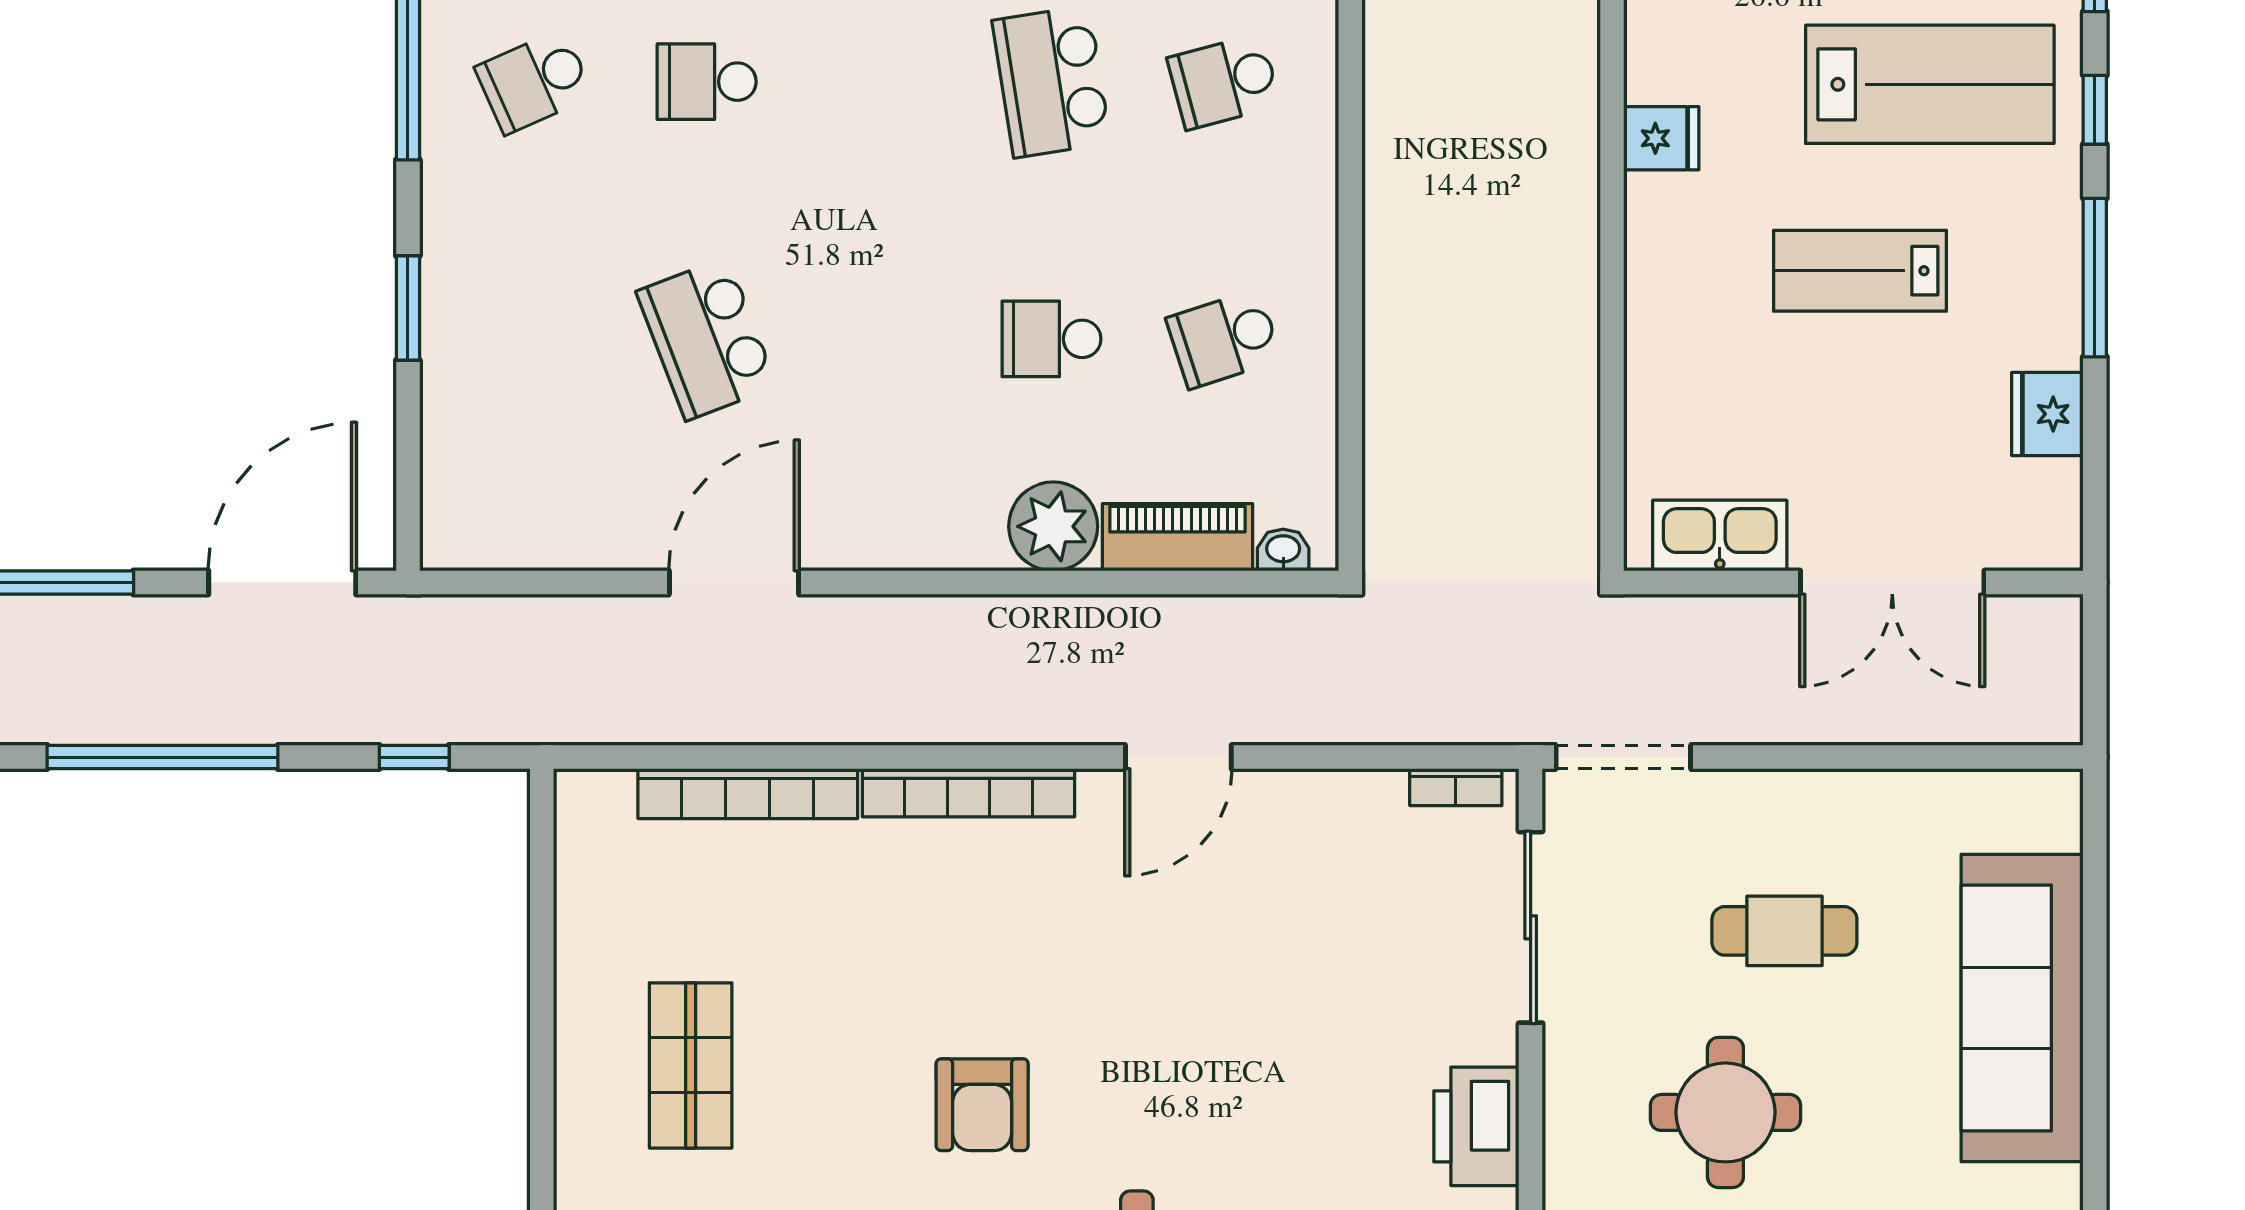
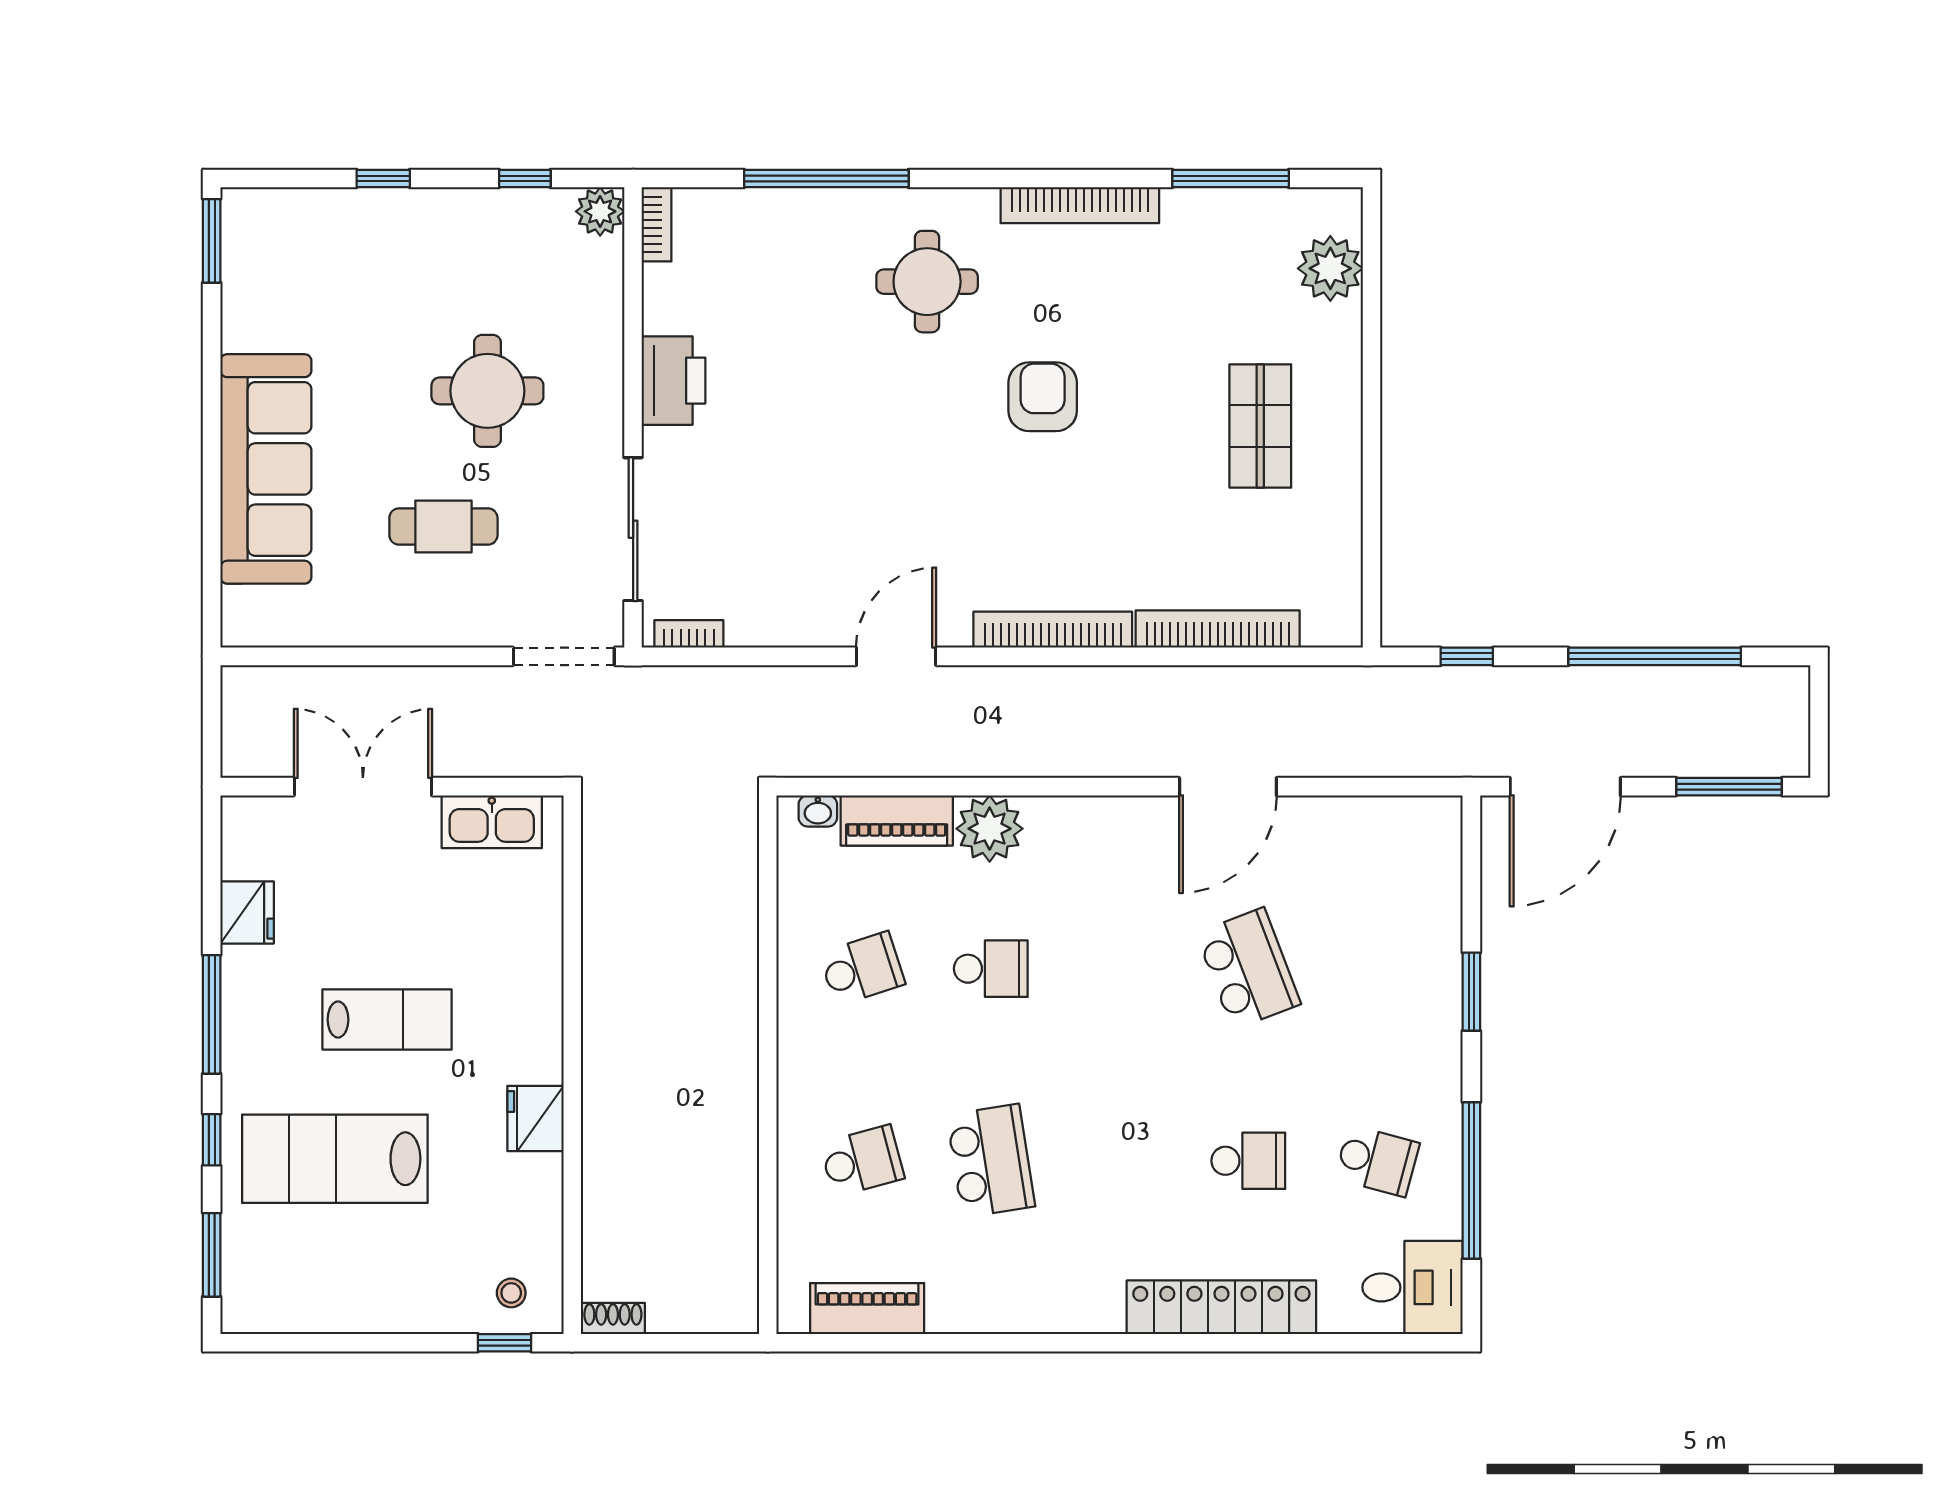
school desk: (534, 82) -> (1377, 1161), turned 39
fridge: (1661, 138) -> (535, 1118), width x1.38

